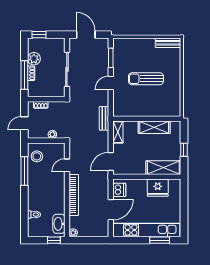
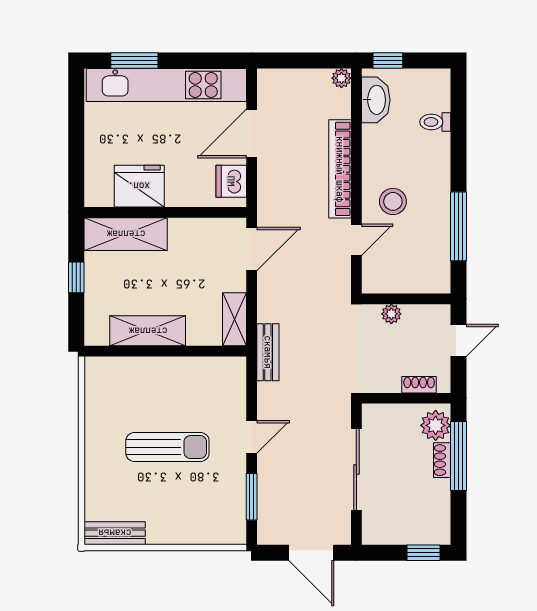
plant: (34, 59) -> (436, 425), moved
stool: (37, 156) -> (393, 201), moved

